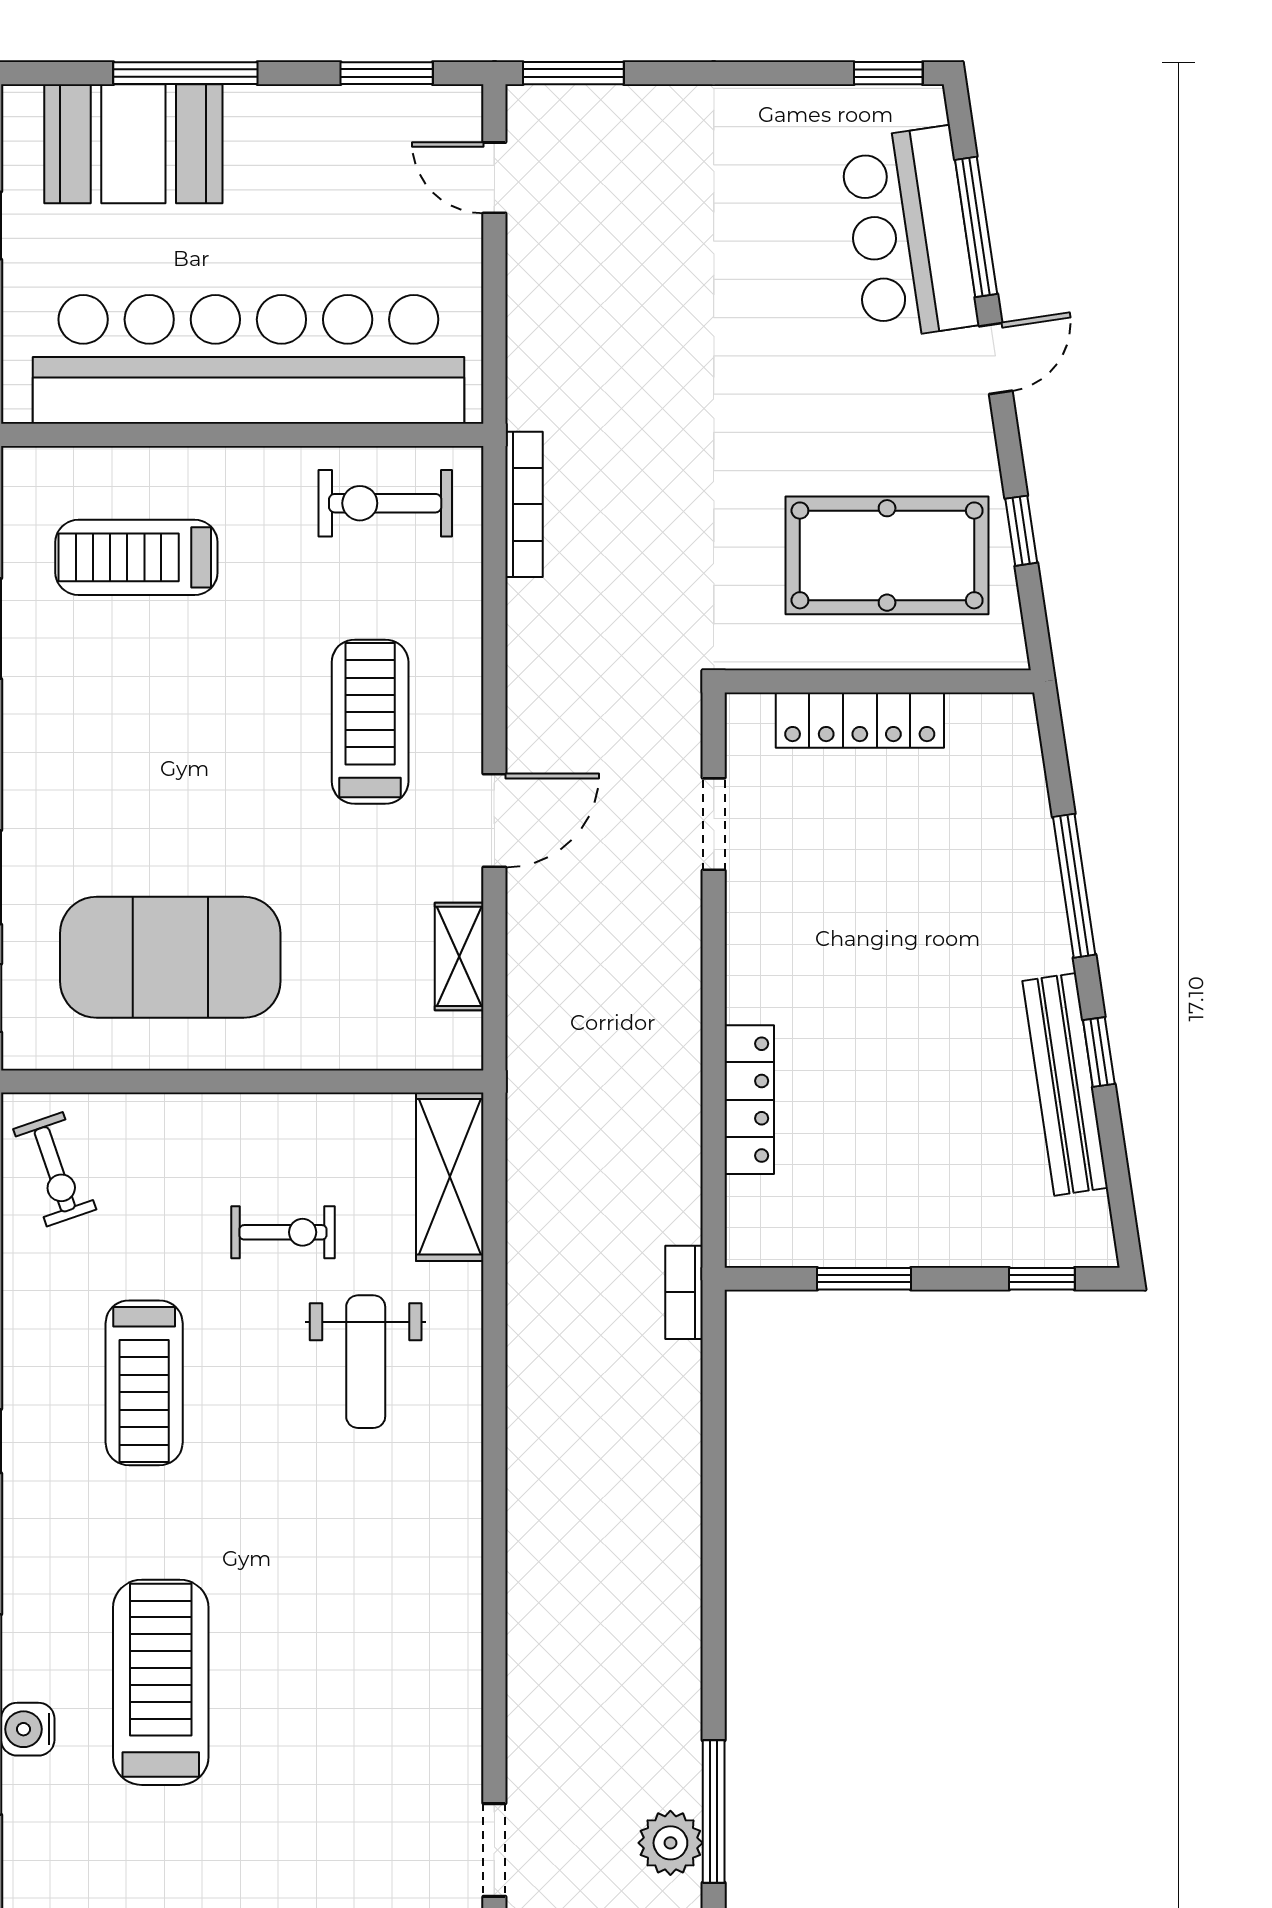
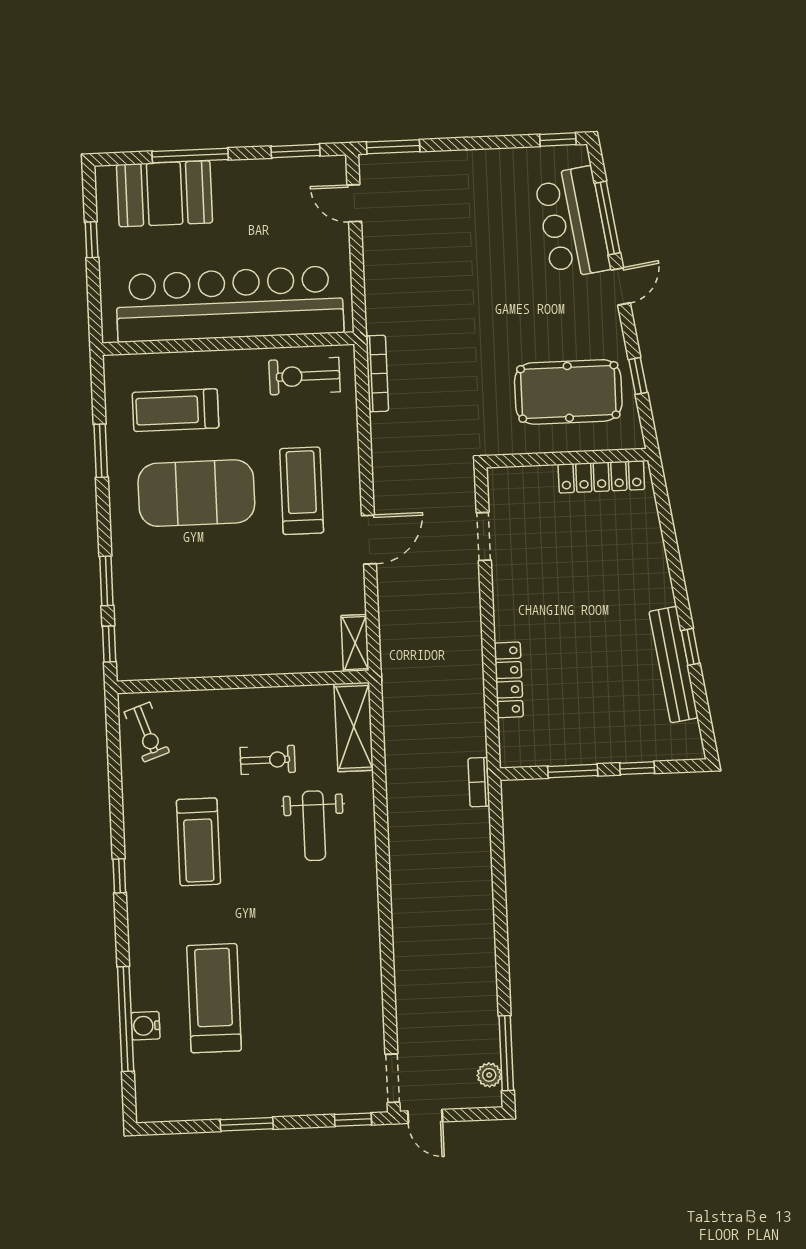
locker: (860, 720) -> (601, 477), moved
window: (1074, 886) -> (674, 561), removed
shelving: (459, 956) -> (355, 643), moved
exercise mat: (170, 957) -> (196, 493), moved
window: (1042, 1279) -> (637, 768), moved
plant: (670, 1843) -> (489, 1075), width x0.73, depth x0.73

